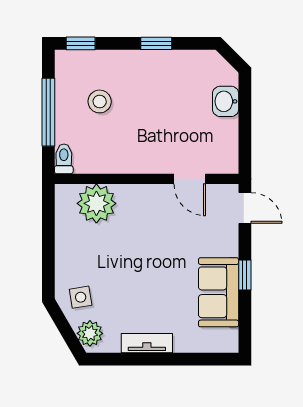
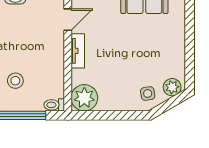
plant: (96, 203) -> (84, 98), moved
tv unit: (147, 343) -> (78, 51), moved, turned 180

